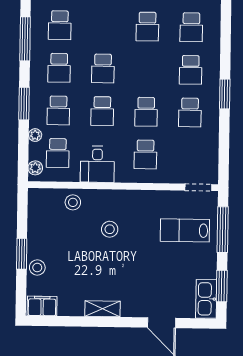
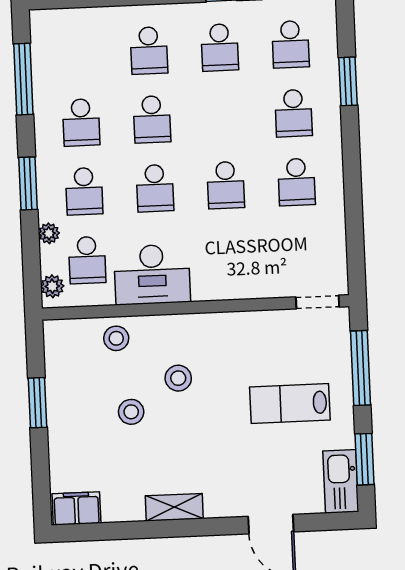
school desk: (60, 25) -> (149, 51), moved
window: (225, 94) -> (348, 81), moved
school desk: (145, 154) -> (229, 254), removed
desk: (97, 164) -> (152, 274), width x1.37
lab bench: (185, 230) -> (290, 404), moved
window: (22, 254) -> (38, 403), moved
stool: (37, 268) -> (131, 412), moved

